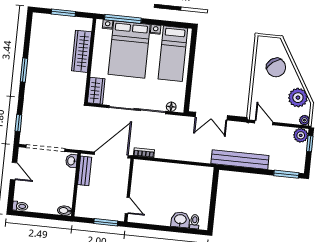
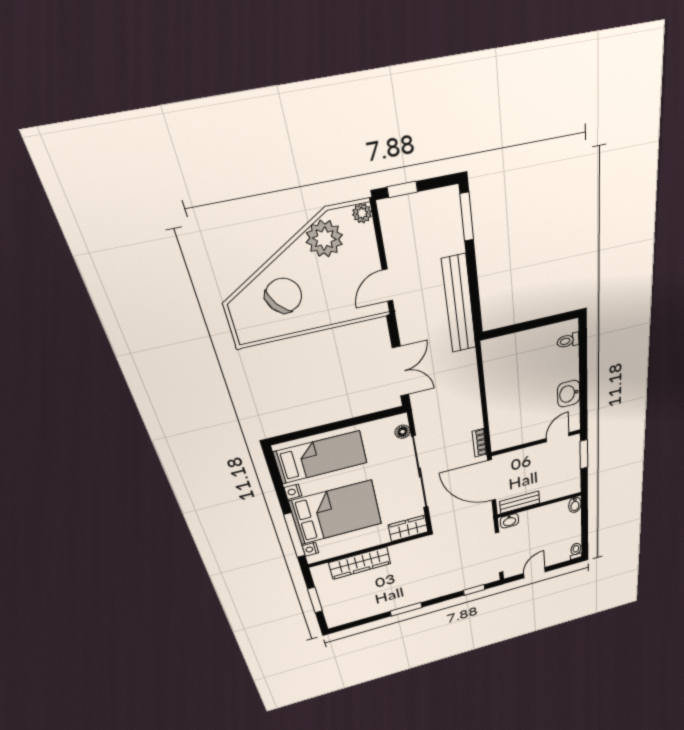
plant: (301, 135) -> (392, 212), removed
washbasin: (180, 220) -> (569, 394), moved

